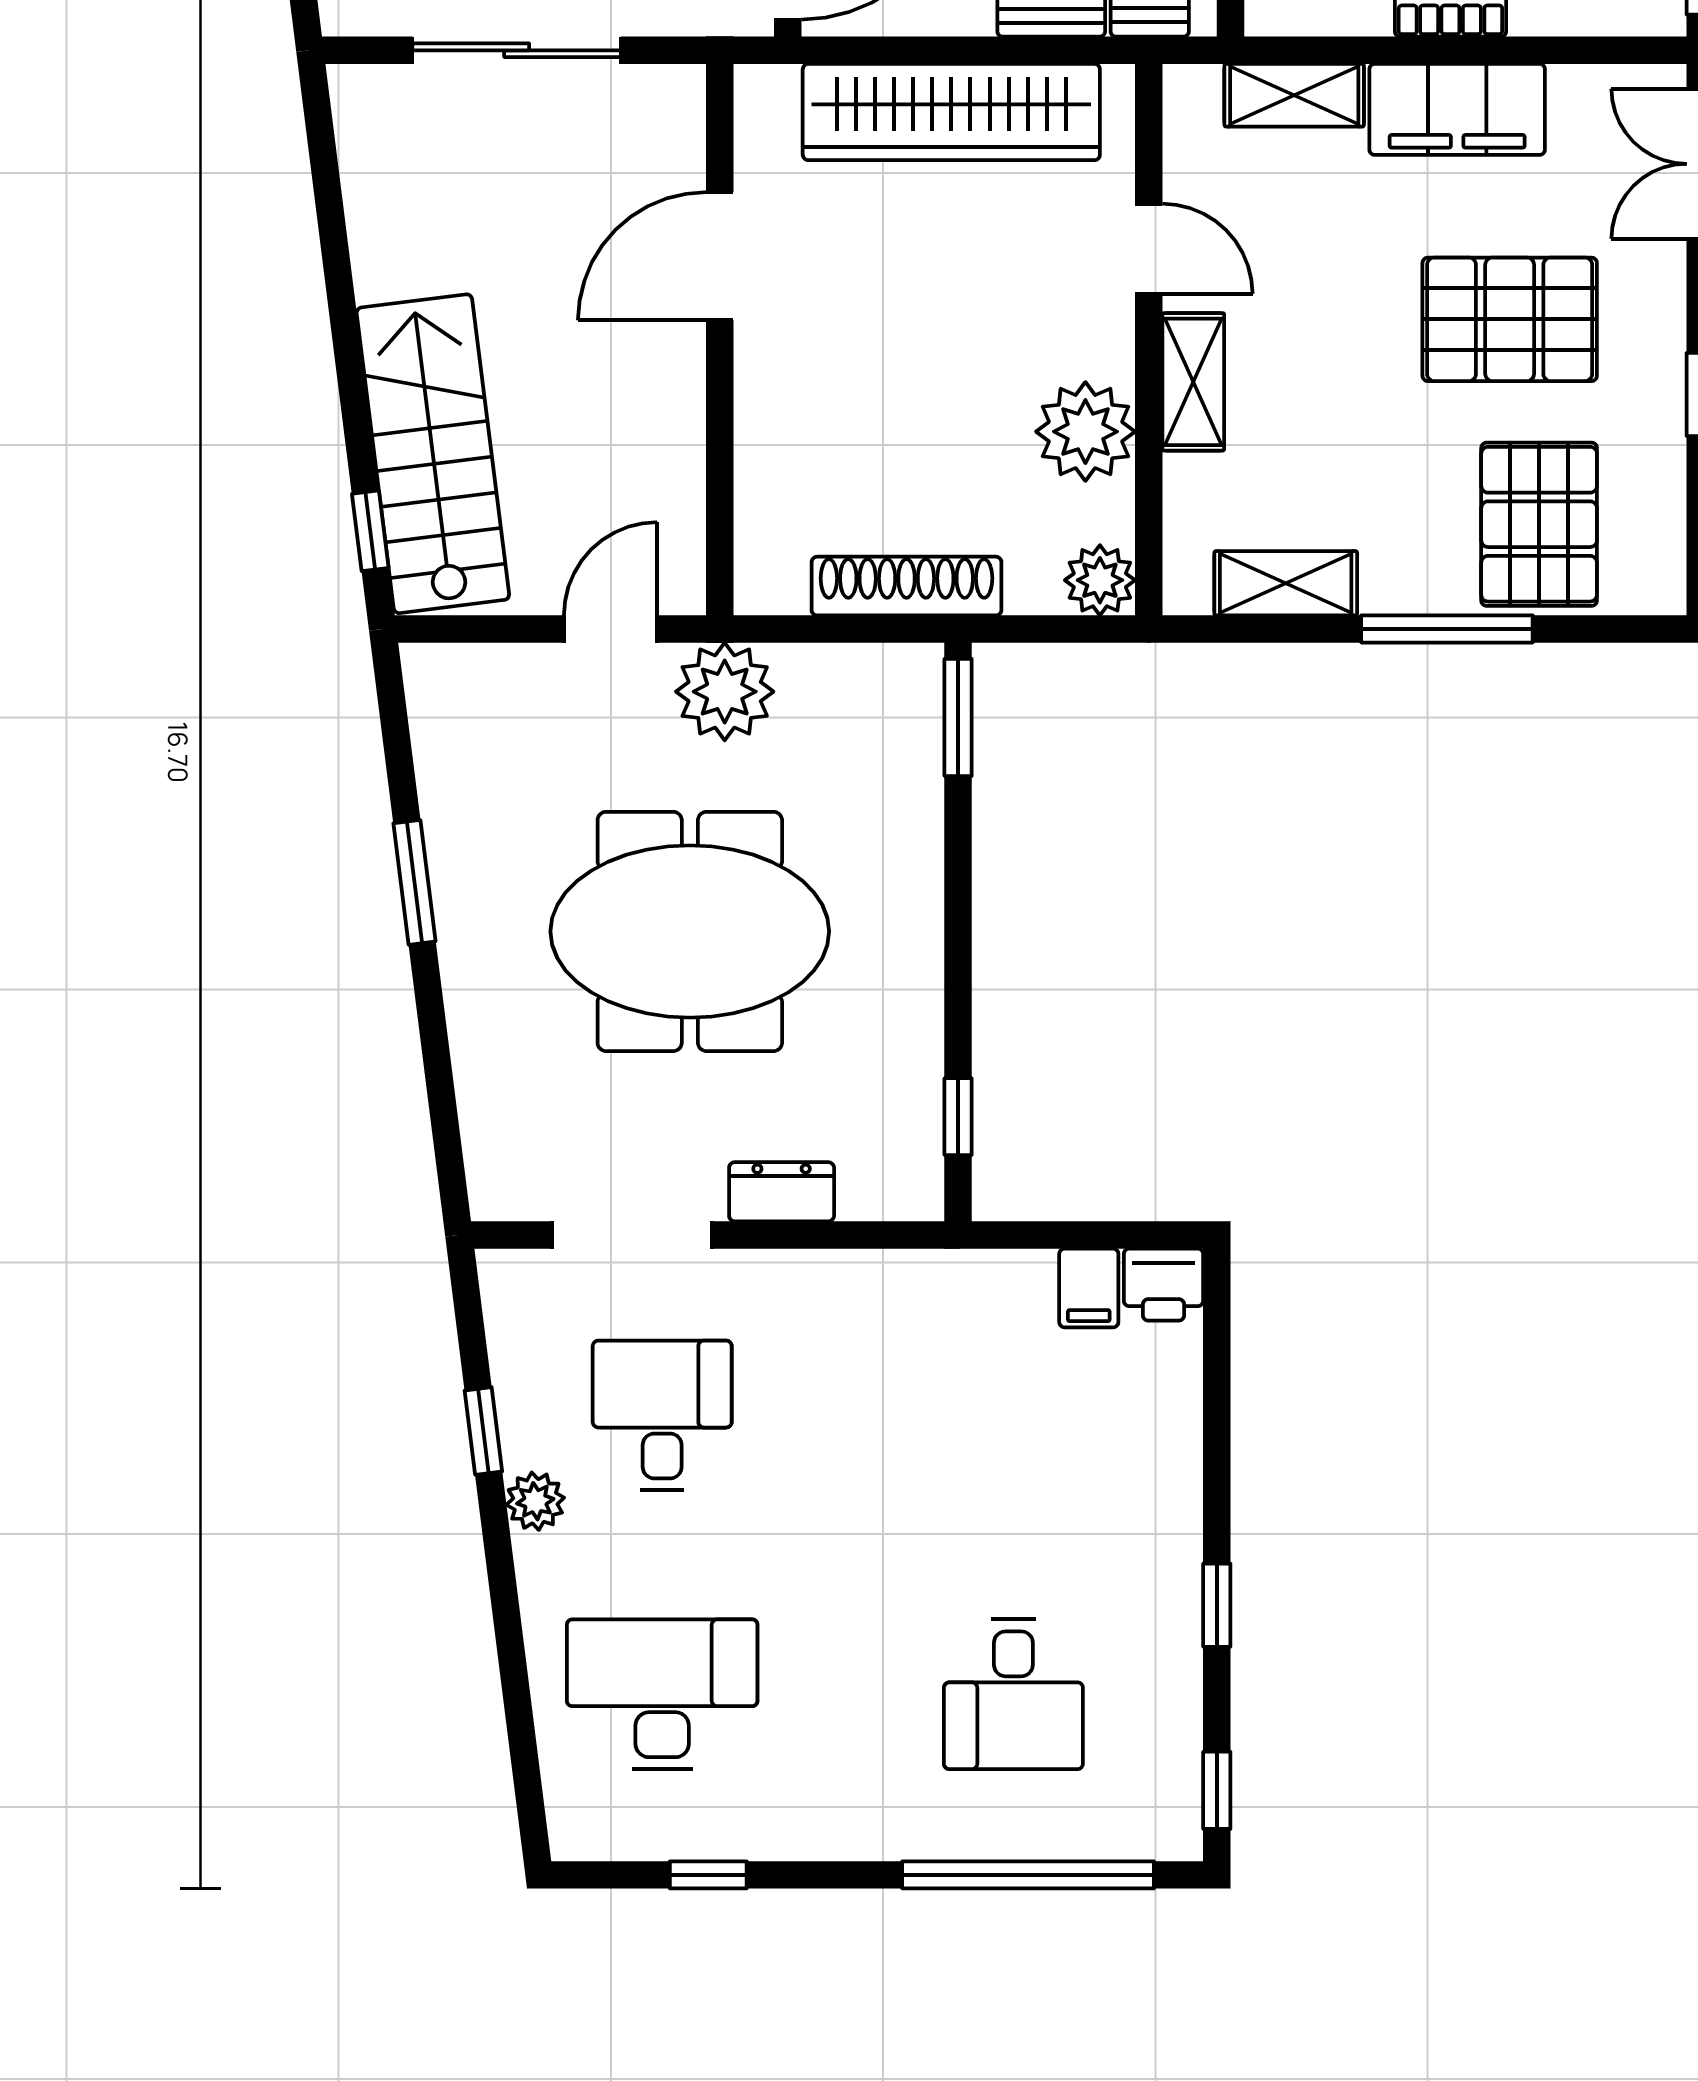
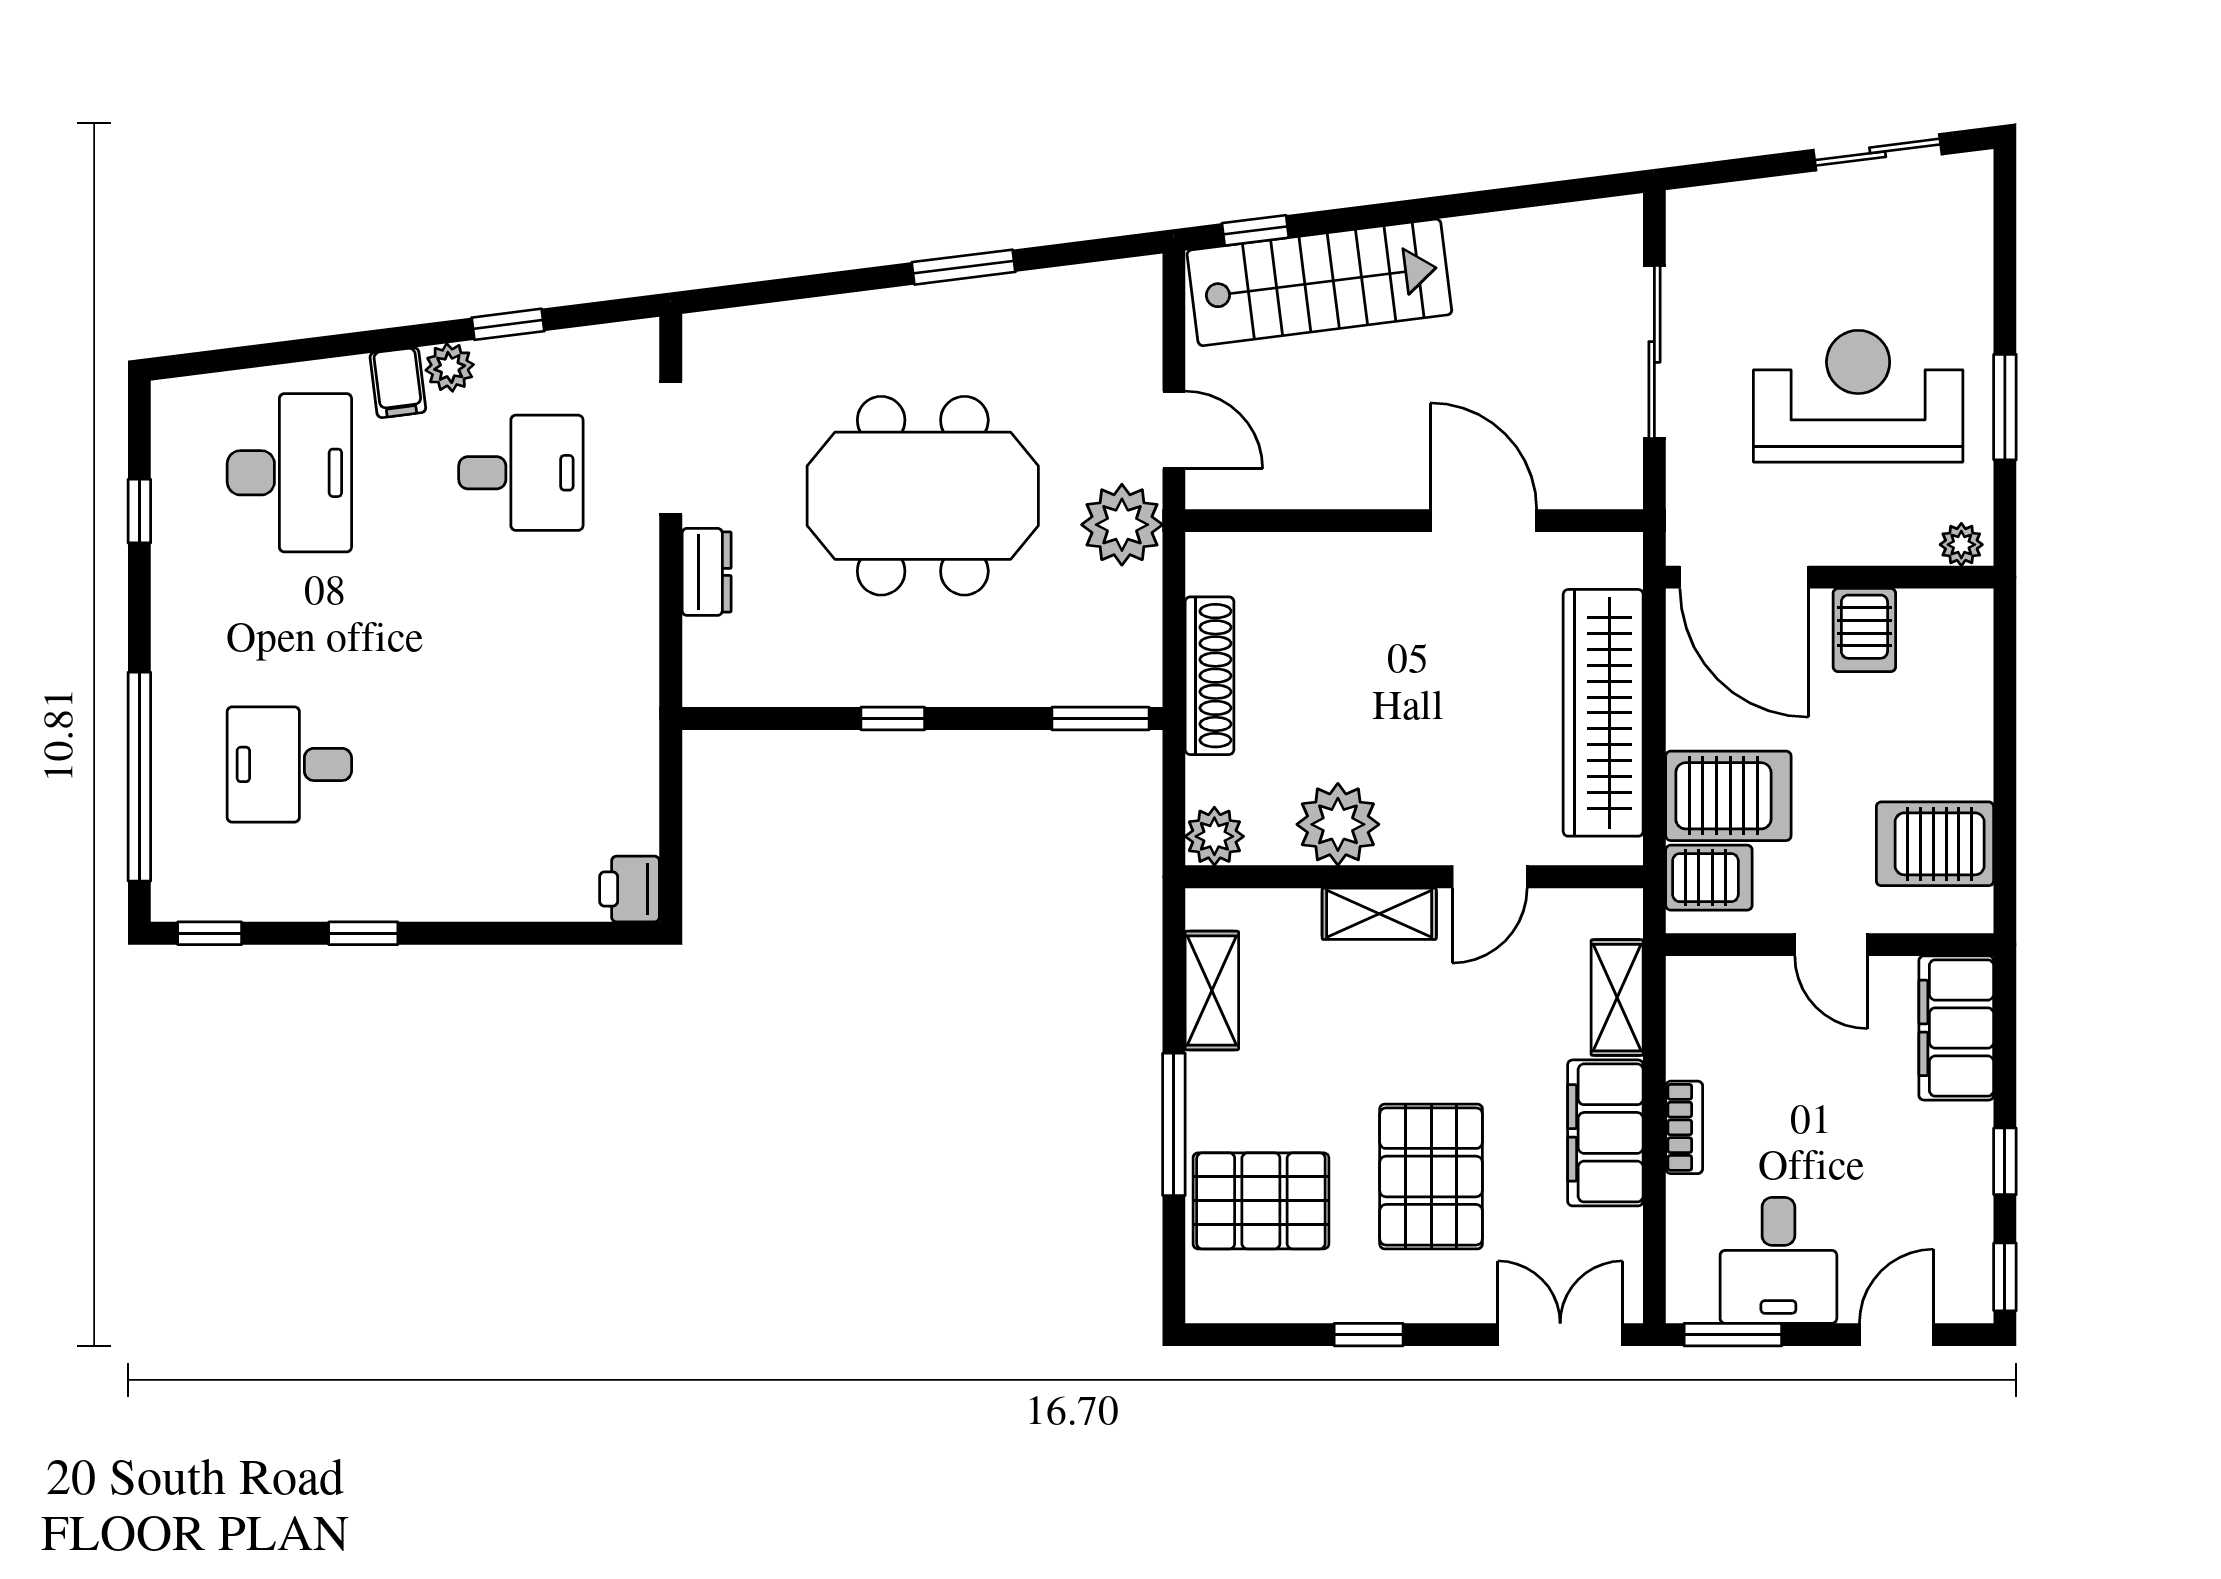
meeting table: (690, 931) -> (923, 496), turned 90
window: (958, 1117) -> (893, 718), moved
filing cabinet: (1089, 1288) -> (398, 383), moved, turned -97

